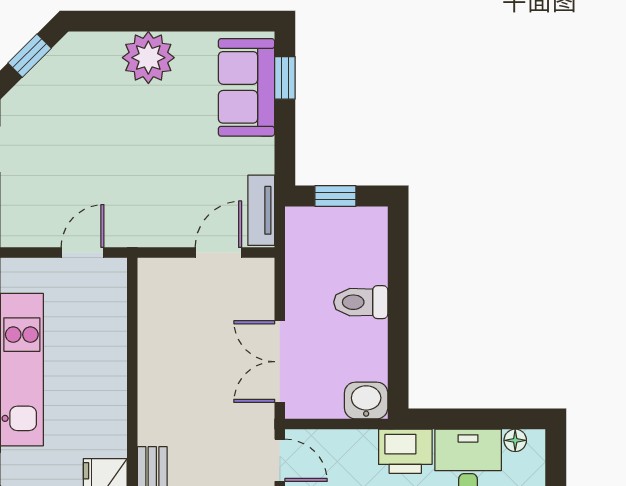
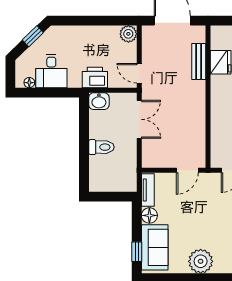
floor lamp: (258, 156) -> (149, 215), added
window: (335, 196) -> (113, 197), removed
door: (218, 253) -> (187, 170), moved
printer: (405, 451) -> (95, 77), moved

